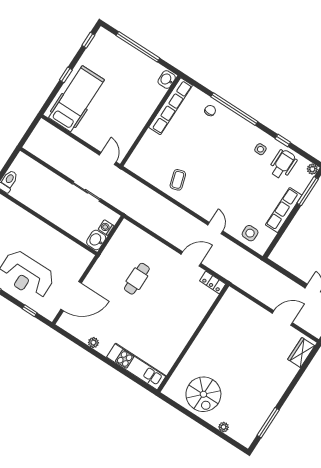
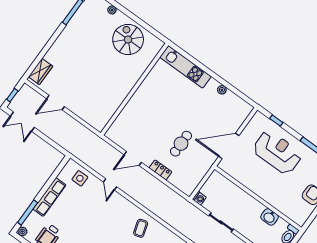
washing machine: (106, 228) -> (199, 198), moved
washbasin: (96, 240) -> (270, 217), moved, turned 90
locker: (213, 282) -> (160, 170), moved
door: (71, 296) -> (229, 146), moved

